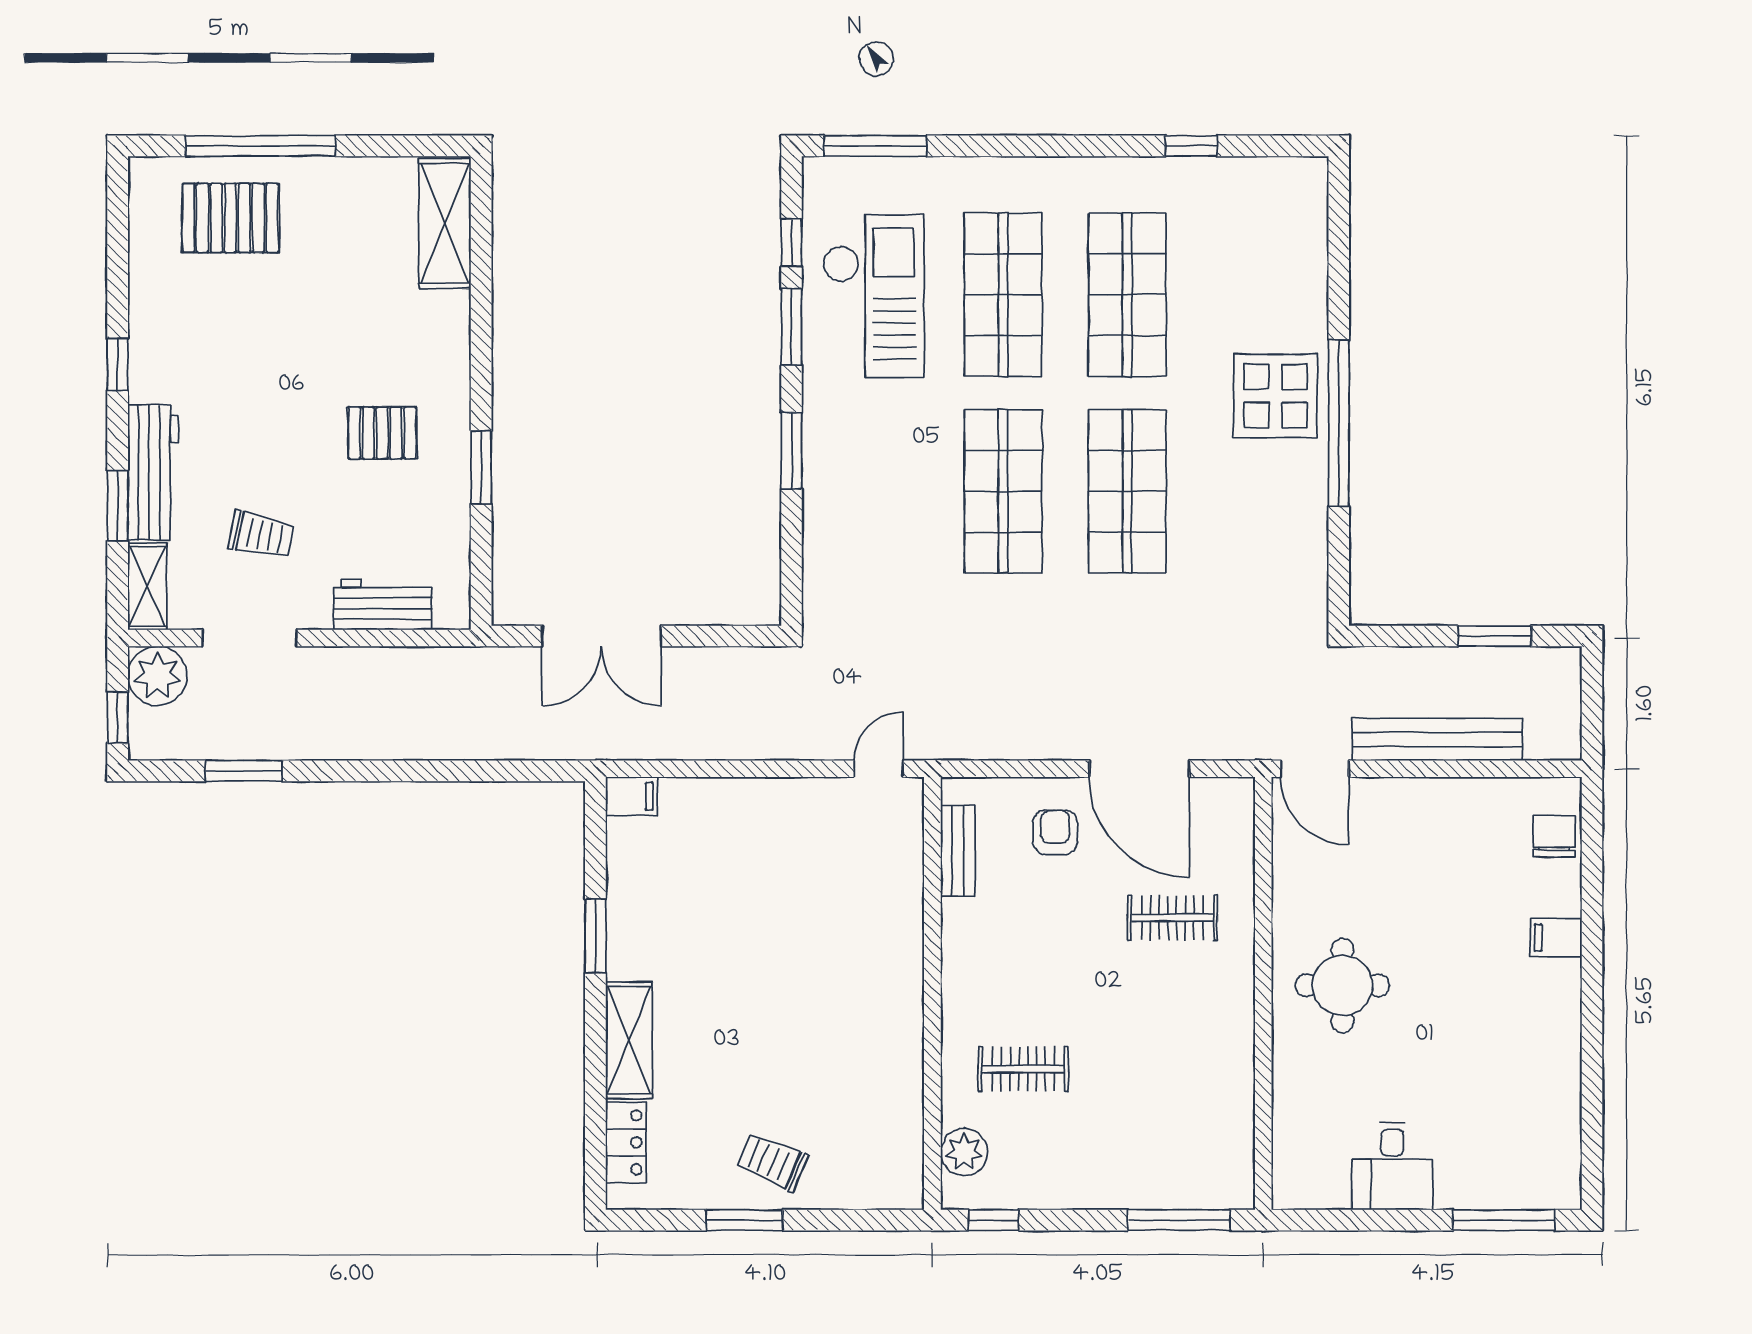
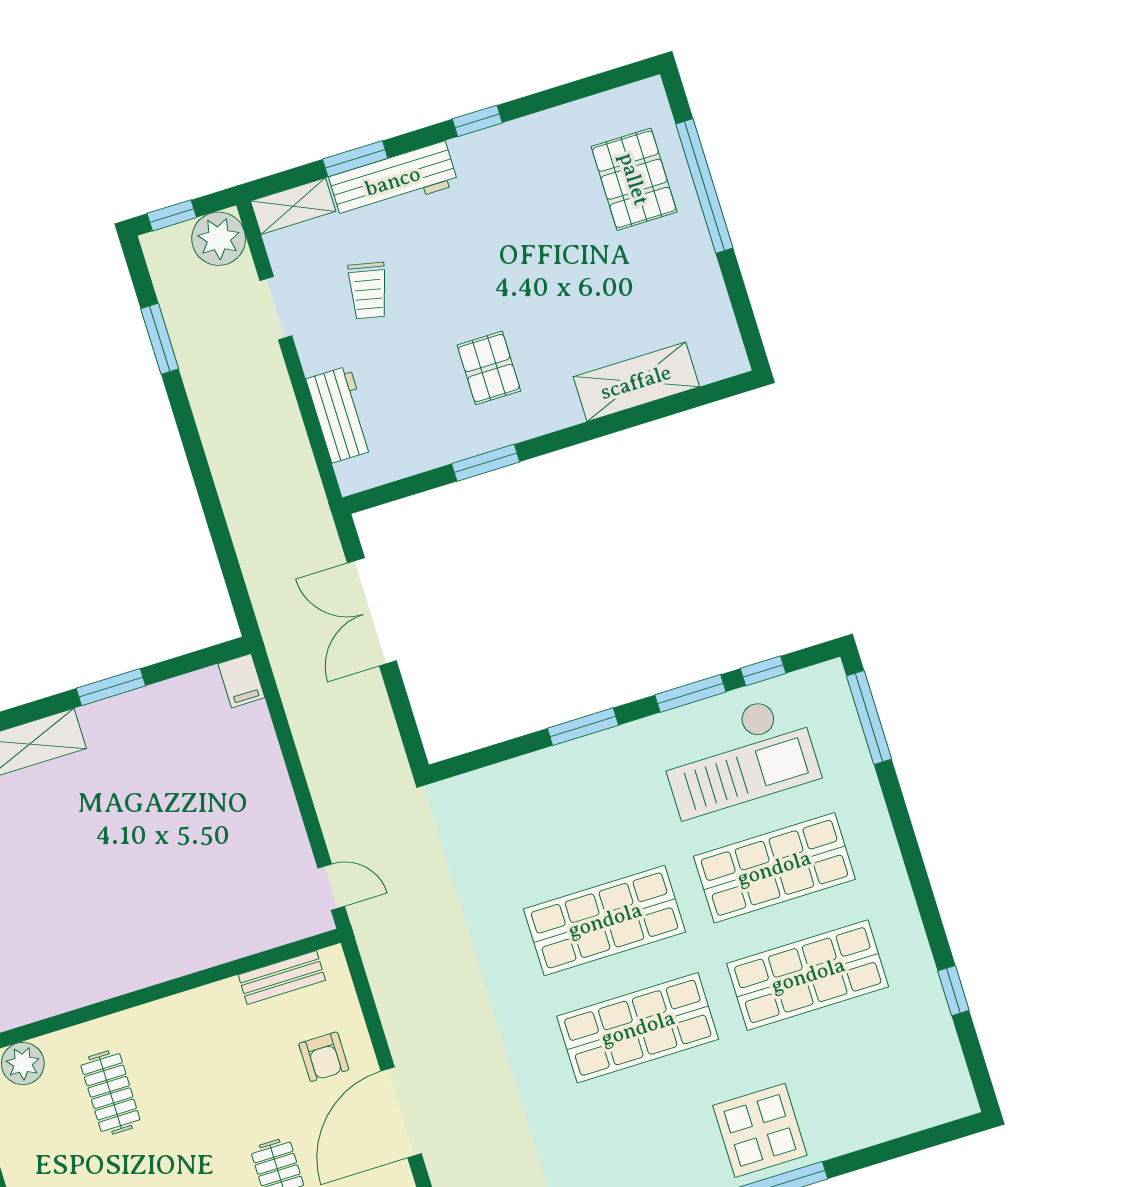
shelving: (445, 223) -> (636, 382), moved
doorway: (250, 638) -> (276, 308), width x0.73
armchair: (1055, 832) -> (324, 1057), turned 90

